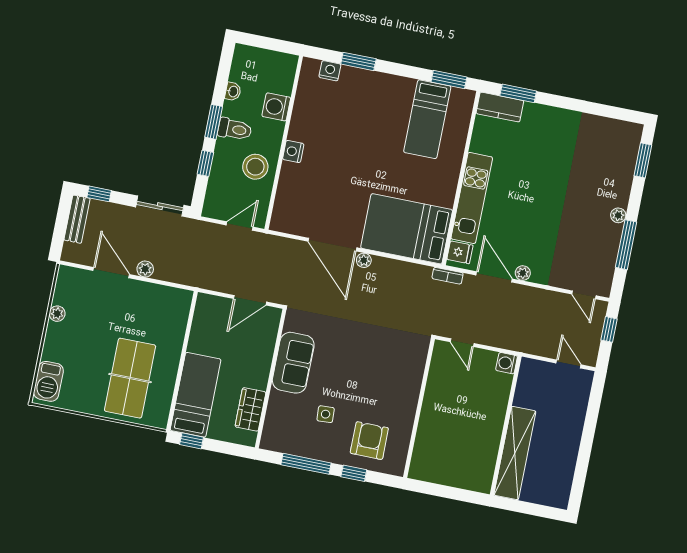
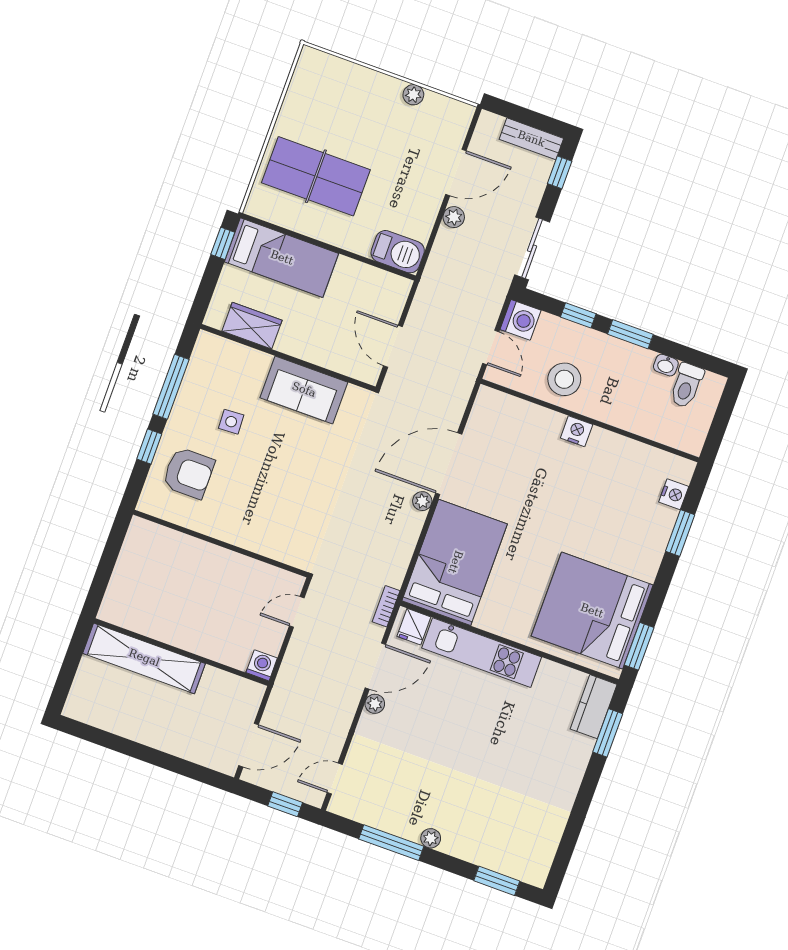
washing machine: (276, 107) -> (521, 320), moved, turned 90
bed: (427, 119) -> (592, 611), width x2.04
toilet: (235, 129) -> (686, 385), moved
door: (569, 364) -> (249, 745), width x1.38
barbecue: (48, 381) -> (398, 252), moved, turned 180

